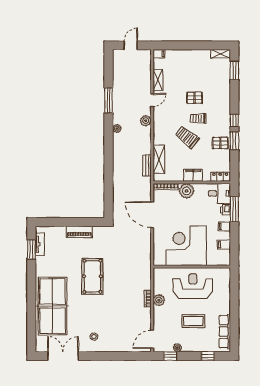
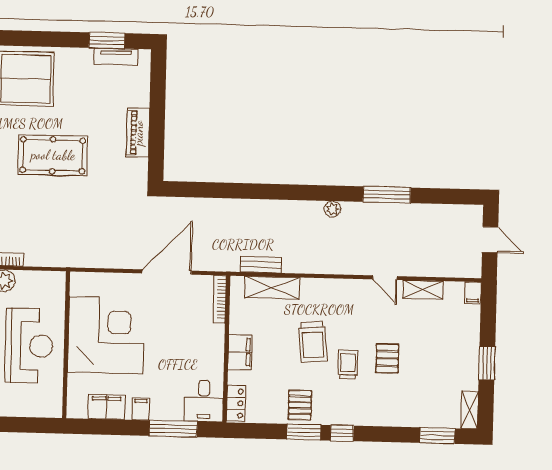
window: (196, 45) -> (487, 363), added
plant: (146, 121) -> (346, 264), removed
trolley: (187, 137) -> (313, 342), turned 137
plant: (187, 191) -> (210, 339), removed
printer: (225, 210) -> (173, 412), removed
filing cabinet: (224, 245) -> (106, 407), width x2.00

